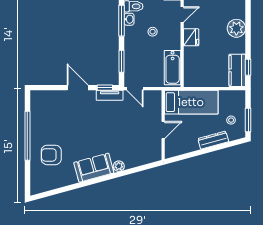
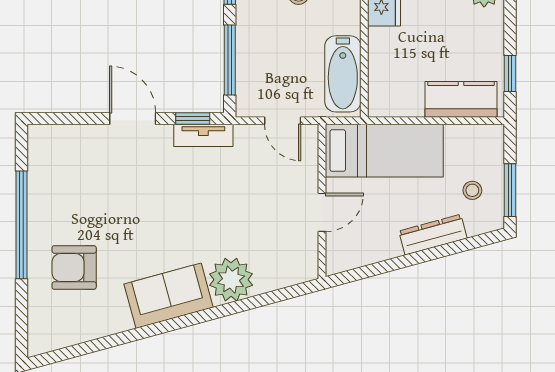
window: (121, 61) -> (230, 60), width x1.44
kitchen counter: (237, 70) -> (461, 99), moved, turned 90
door: (135, 89) -> (283, 121), moved
plant: (119, 166) -> (231, 280), width x1.88, depth x1.88

